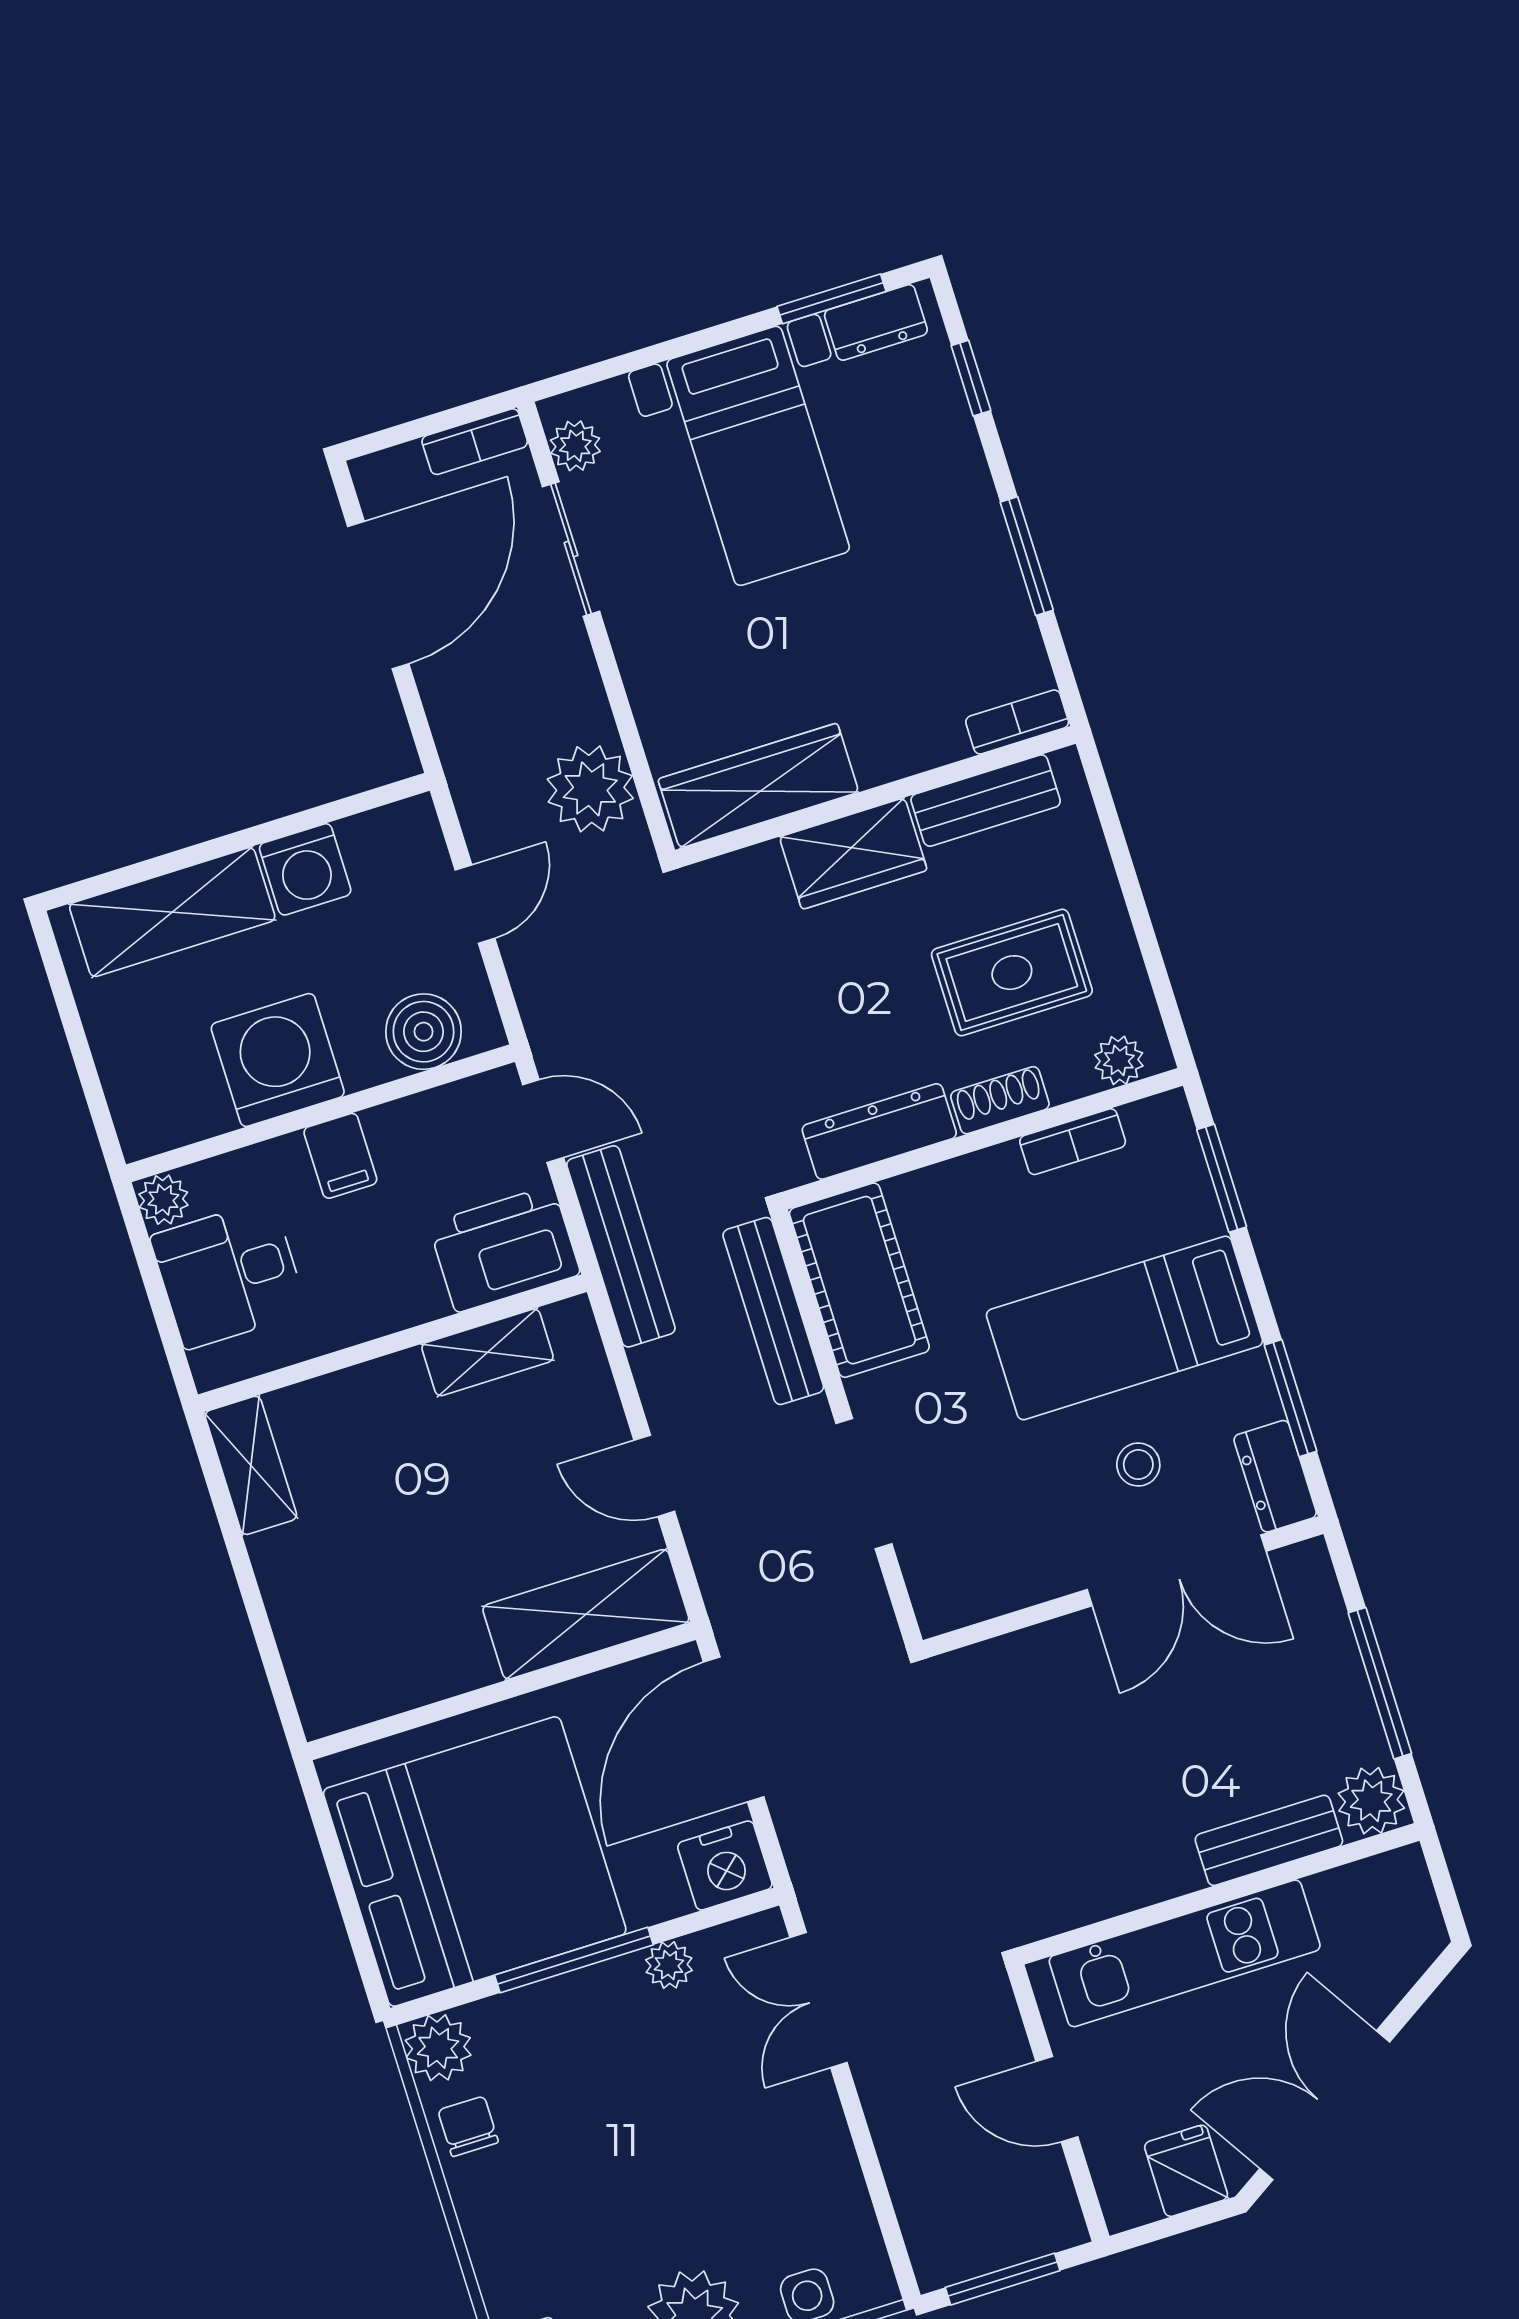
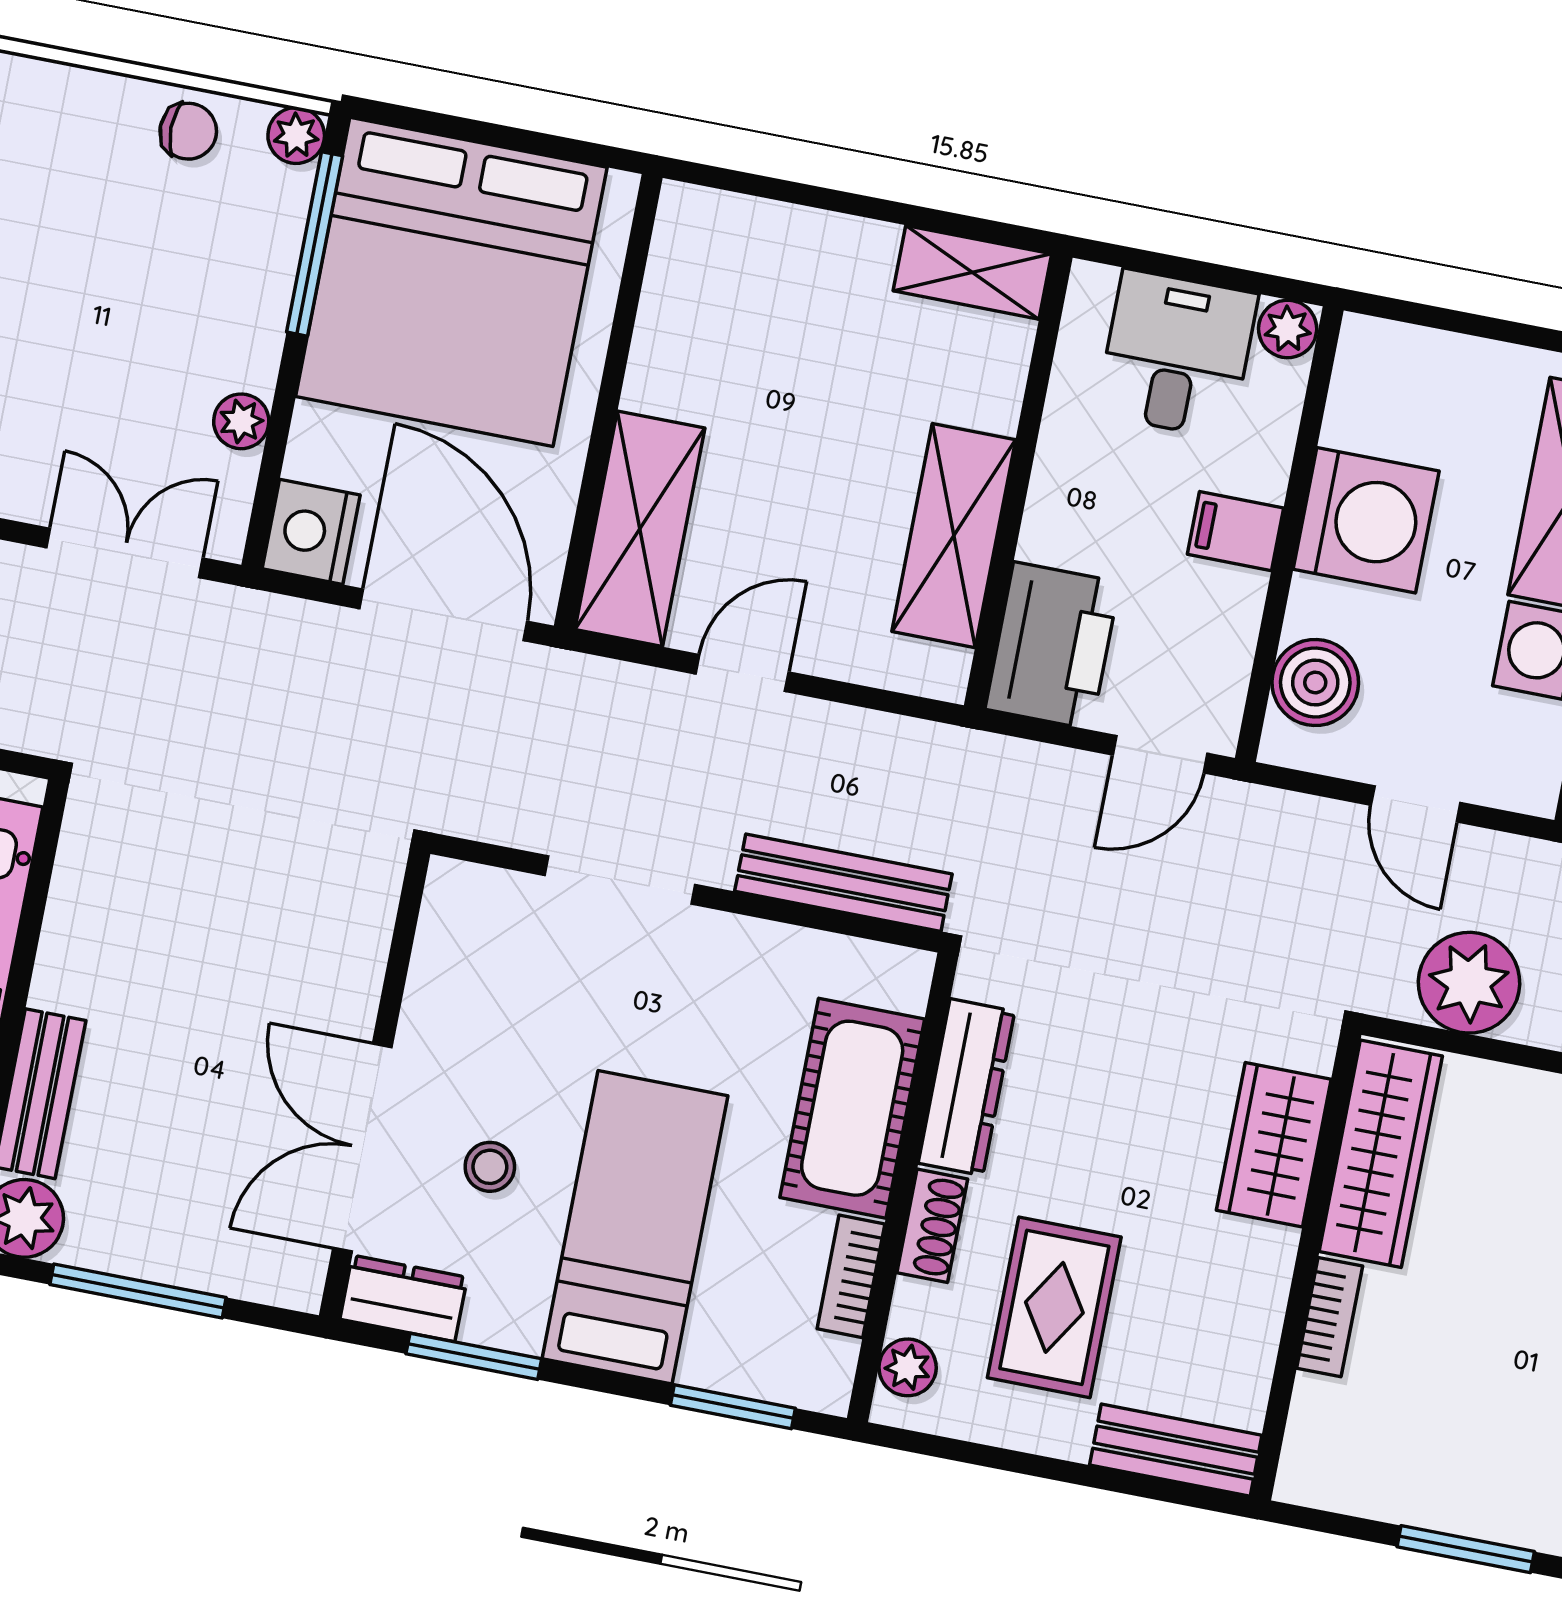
bookcase: (1017, 722) -> (1330, 1317), moved
bench: (986, 801) -> (1176, 1450), moved, turned 90
wardrobe: (853, 853) -> (1274, 1145), moved
bench: (621, 1246) -> (991, 764), removed
cot: (859, 1280) -> (852, 1108), moved, turned 90
shelving: (488, 1352) -> (954, 536), width x1.50, depth x1.33
window: (574, 1960) -> (315, 244), moved
plant: (438, 2048) -> (296, 135), width x0.73, depth x0.73

